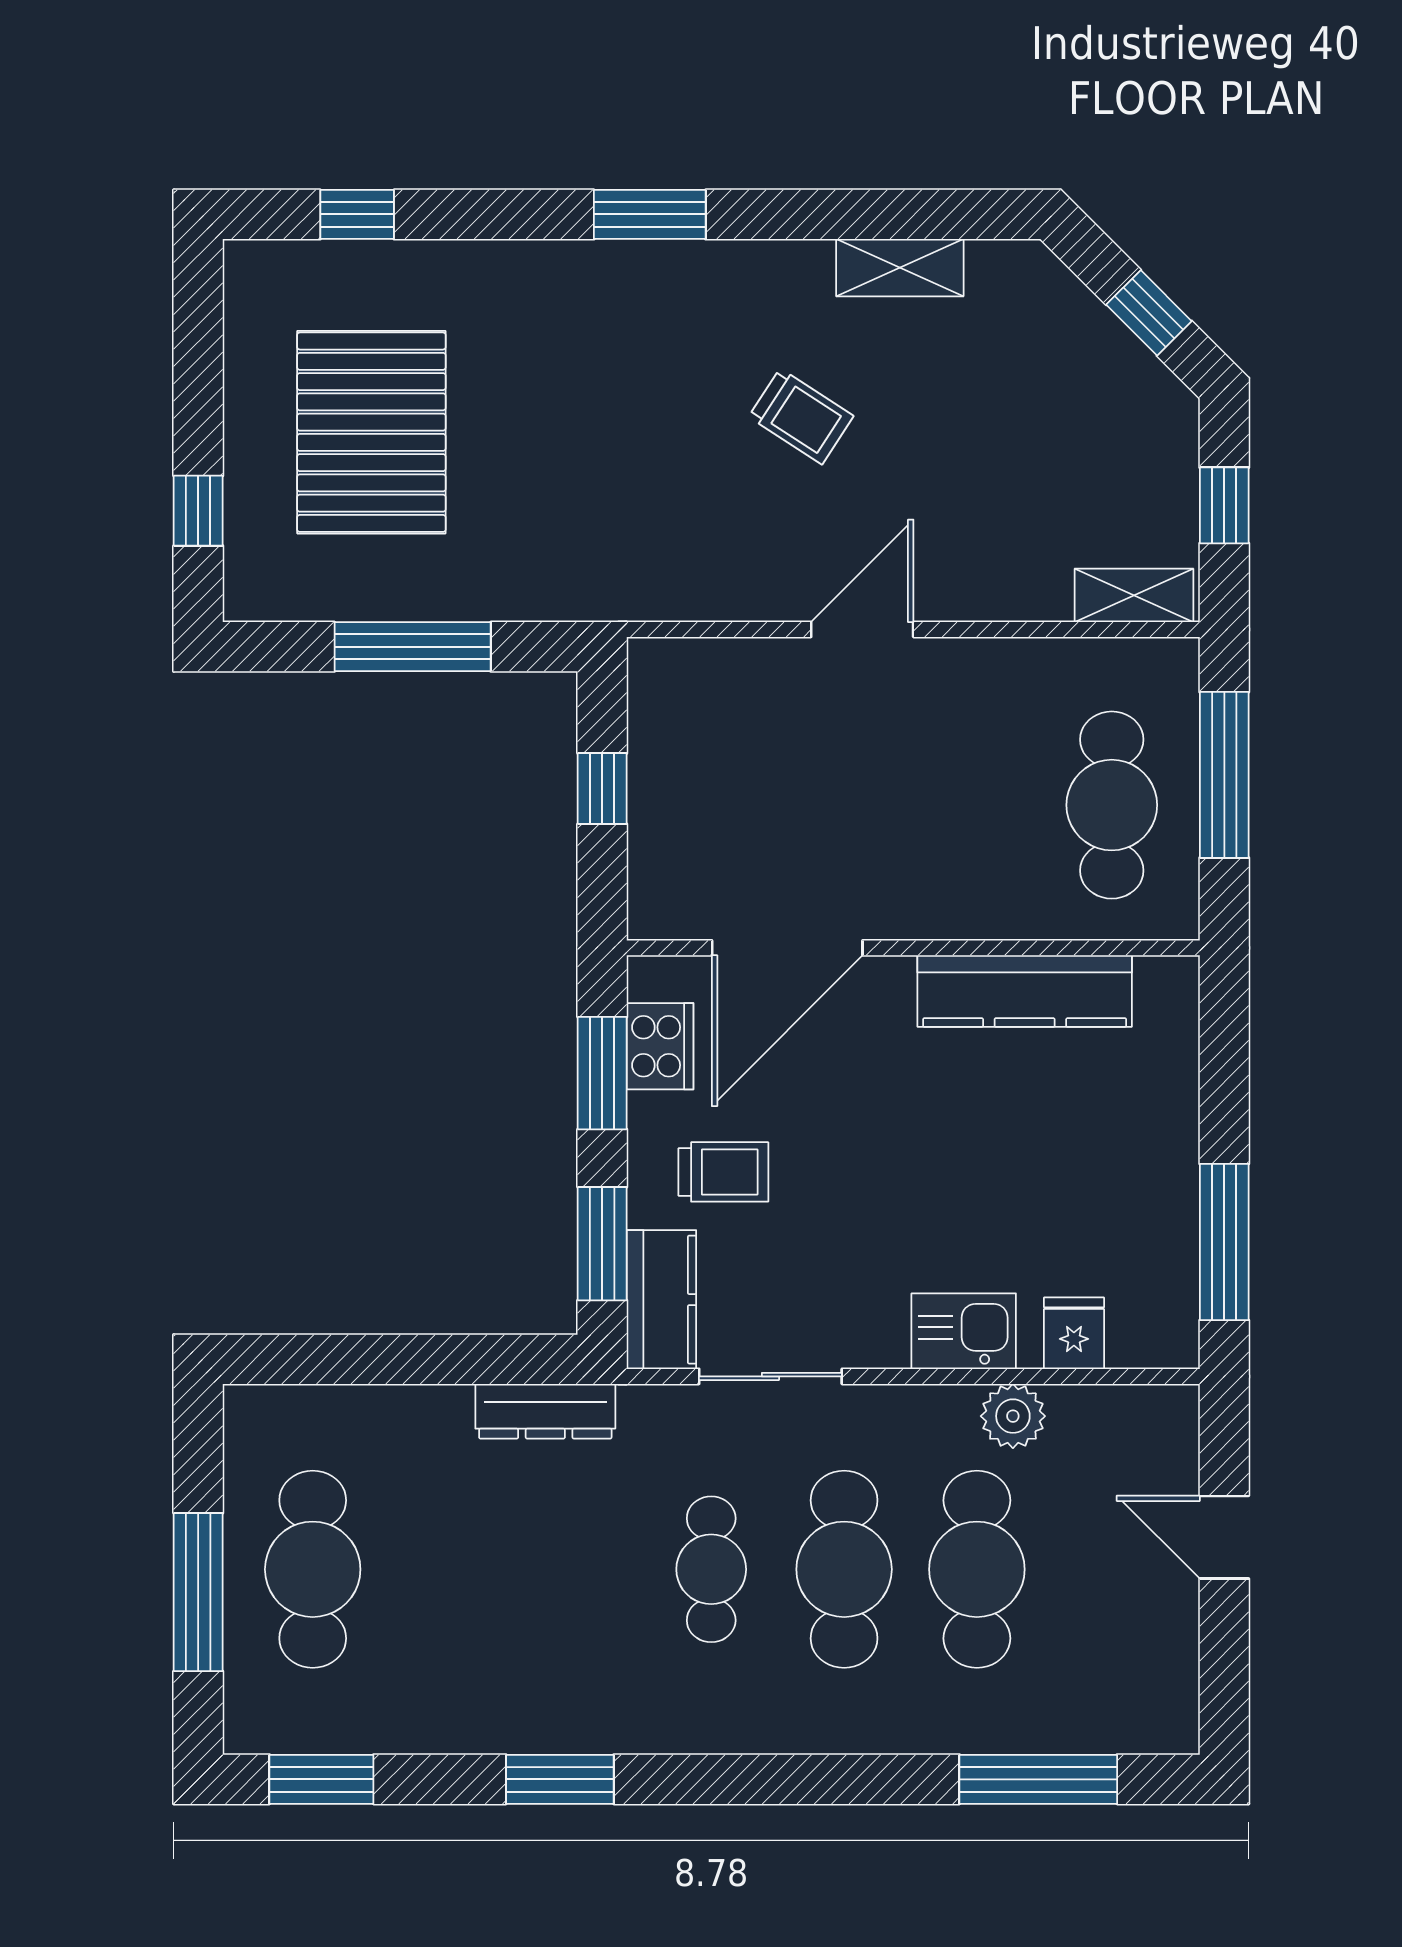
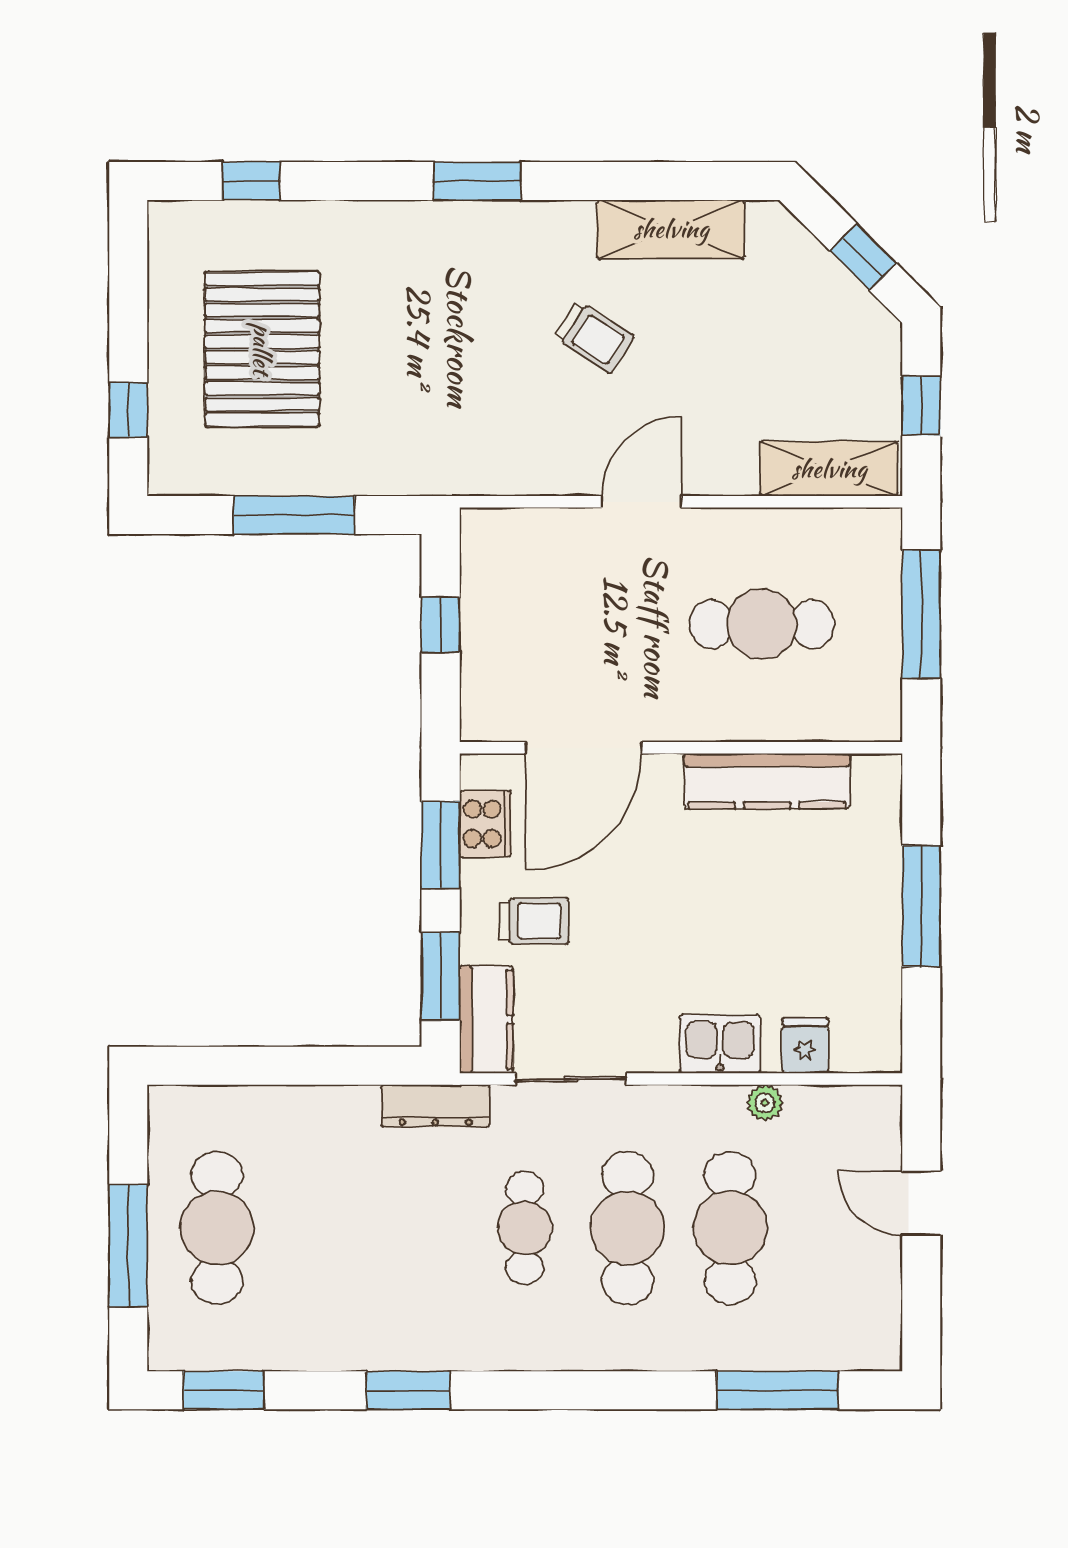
shelving: (900, 268) -> (671, 229), width x1.50, depth x1.33
shelving: (1134, 595) -> (829, 469), width x1.50, depth x1.33
cafe table: (1112, 805) -> (762, 624), moved, turned 90
window: (1224, 1242) -> (921, 906), moved
dresser: (545, 1411) -> (435, 1106), moved
plant: (1013, 1416) -> (765, 1103), width x0.73, depth x0.73

